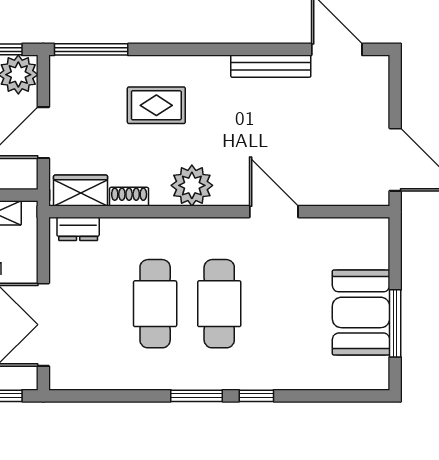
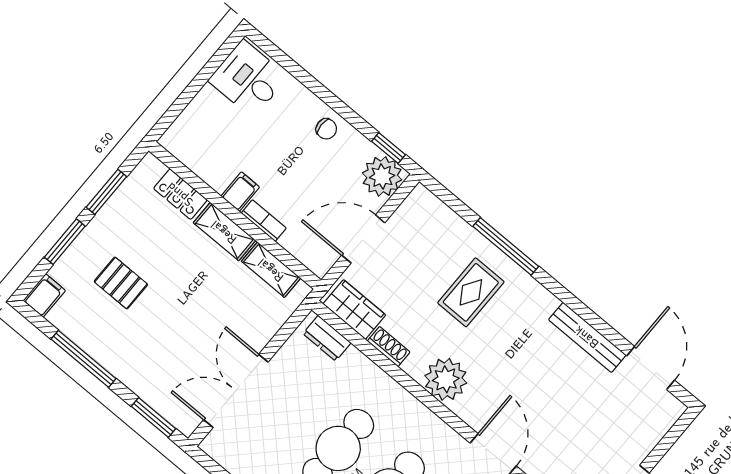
window: (91, 49) -> (506, 246), moved
rug: (156, 105) -> (471, 292), turned 90

